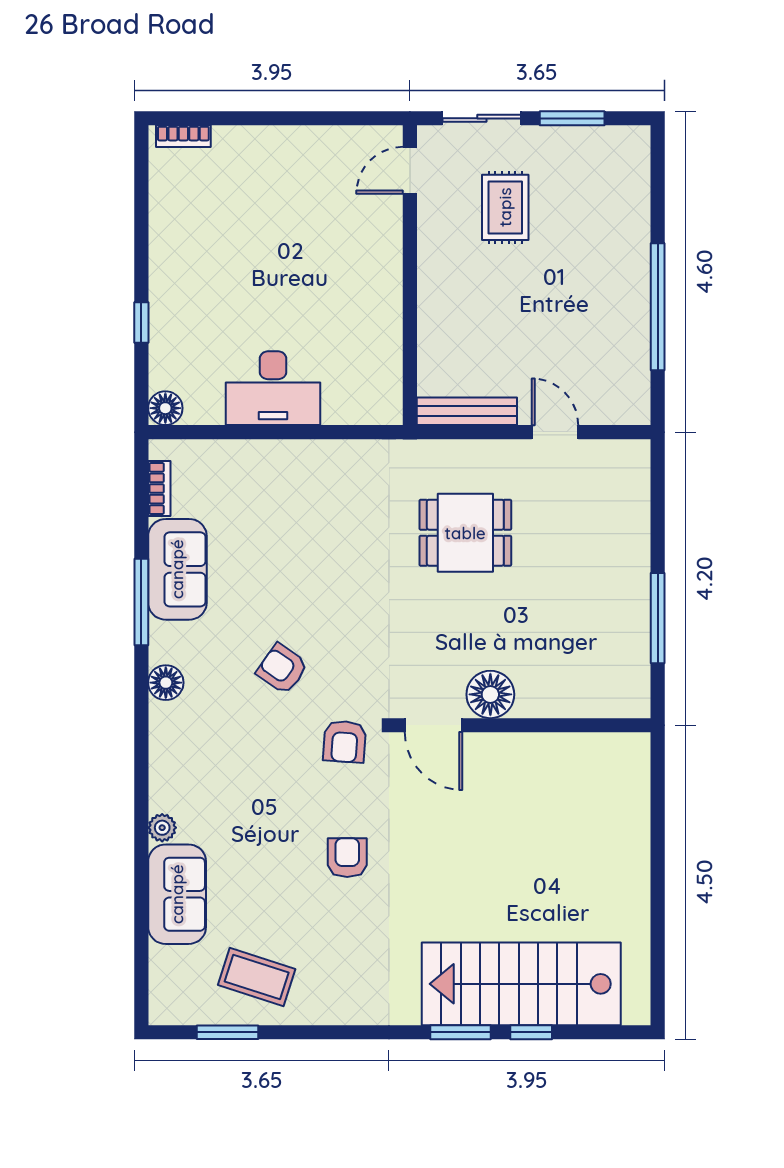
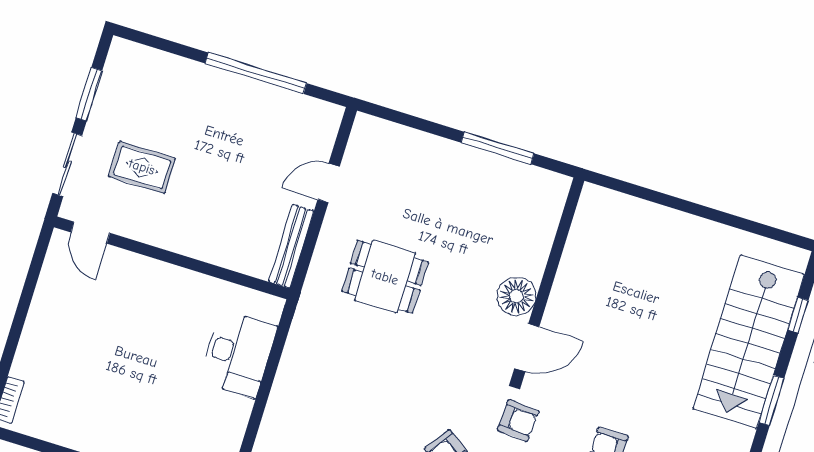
desk: (273, 388) -> (238, 354), moved
dining table: (465, 533) -> (385, 277), turned 90
window: (531, 1032) -> (798, 315), moved

